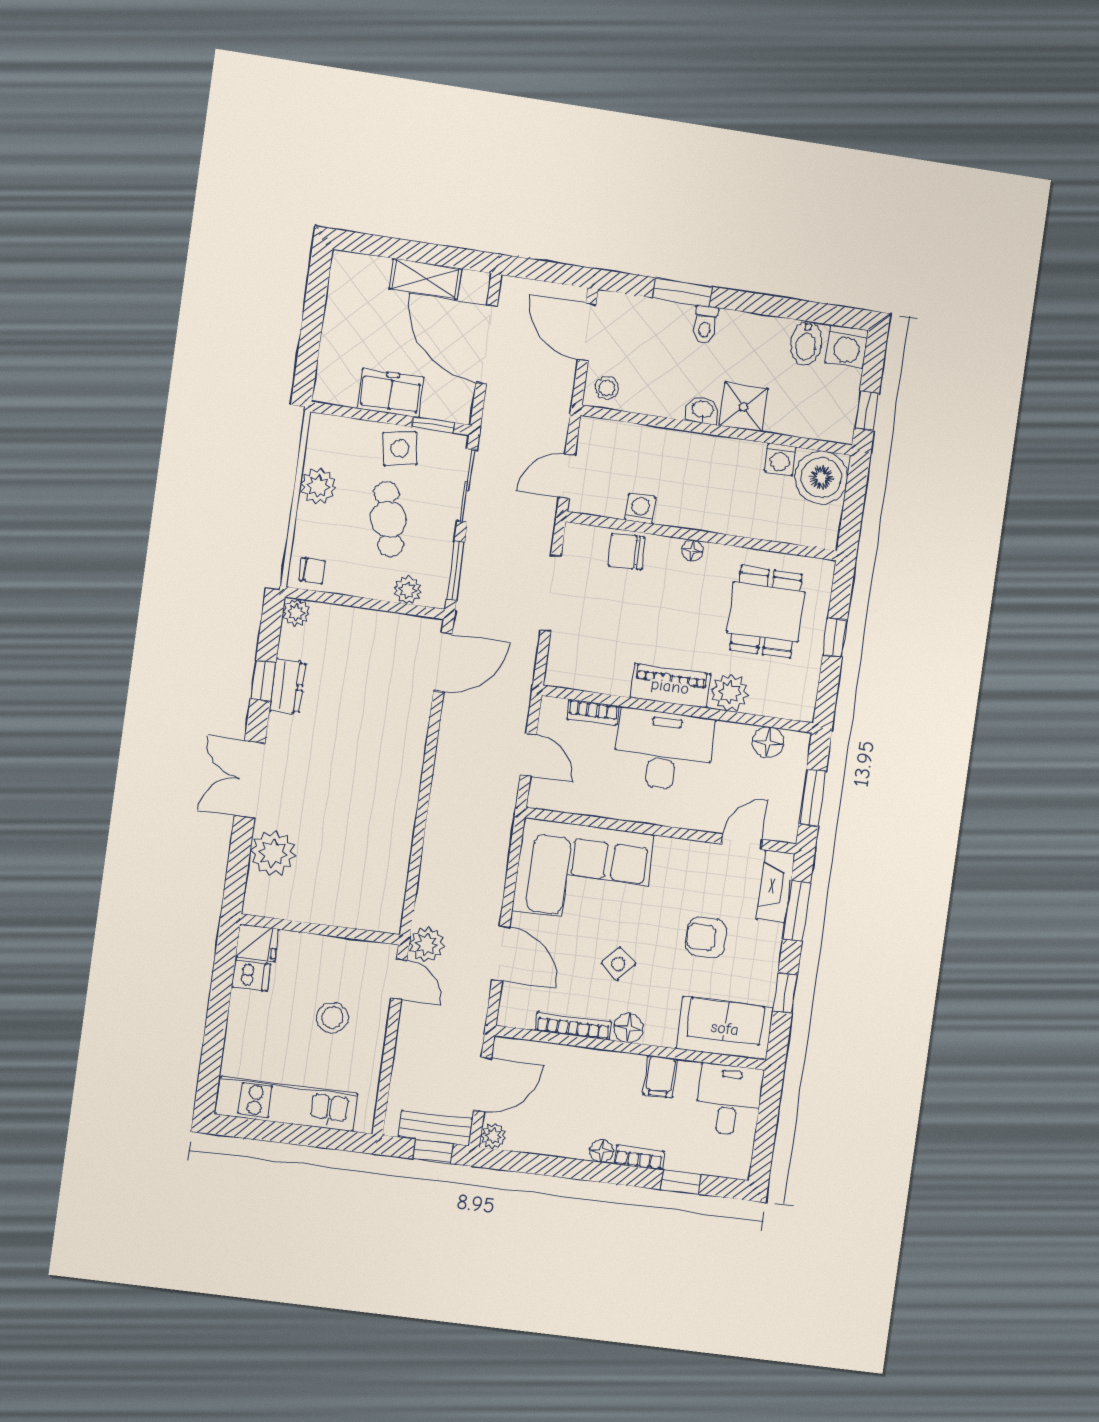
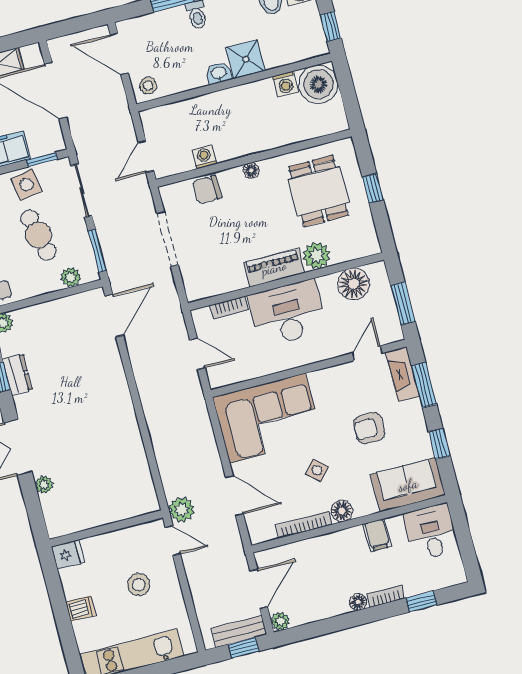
floor lamp: (768, 742) -> (354, 284), width x1.38, depth x1.38
plant: (273, 853) -> (44, 485), width x0.53, depth x0.53
dishwasher: (251, 975) -> (81, 608), moved

